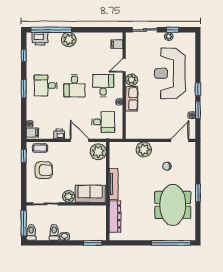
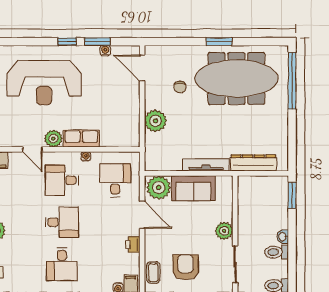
door: (79, 140) -> (142, 215), swing flipped
sofa: (90, 194) -> (193, 188), moved, turned -90
meeting table: (173, 205) -> (236, 78), width x1.36

